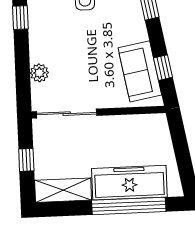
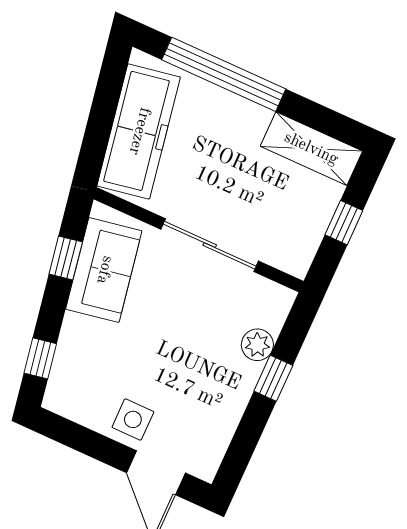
window: (20, 18) -> (273, 378), moved
sliding door: (67, 114) -> (210, 245), moved
freezer: (129, 183) -> (139, 131), moved, turned -100

